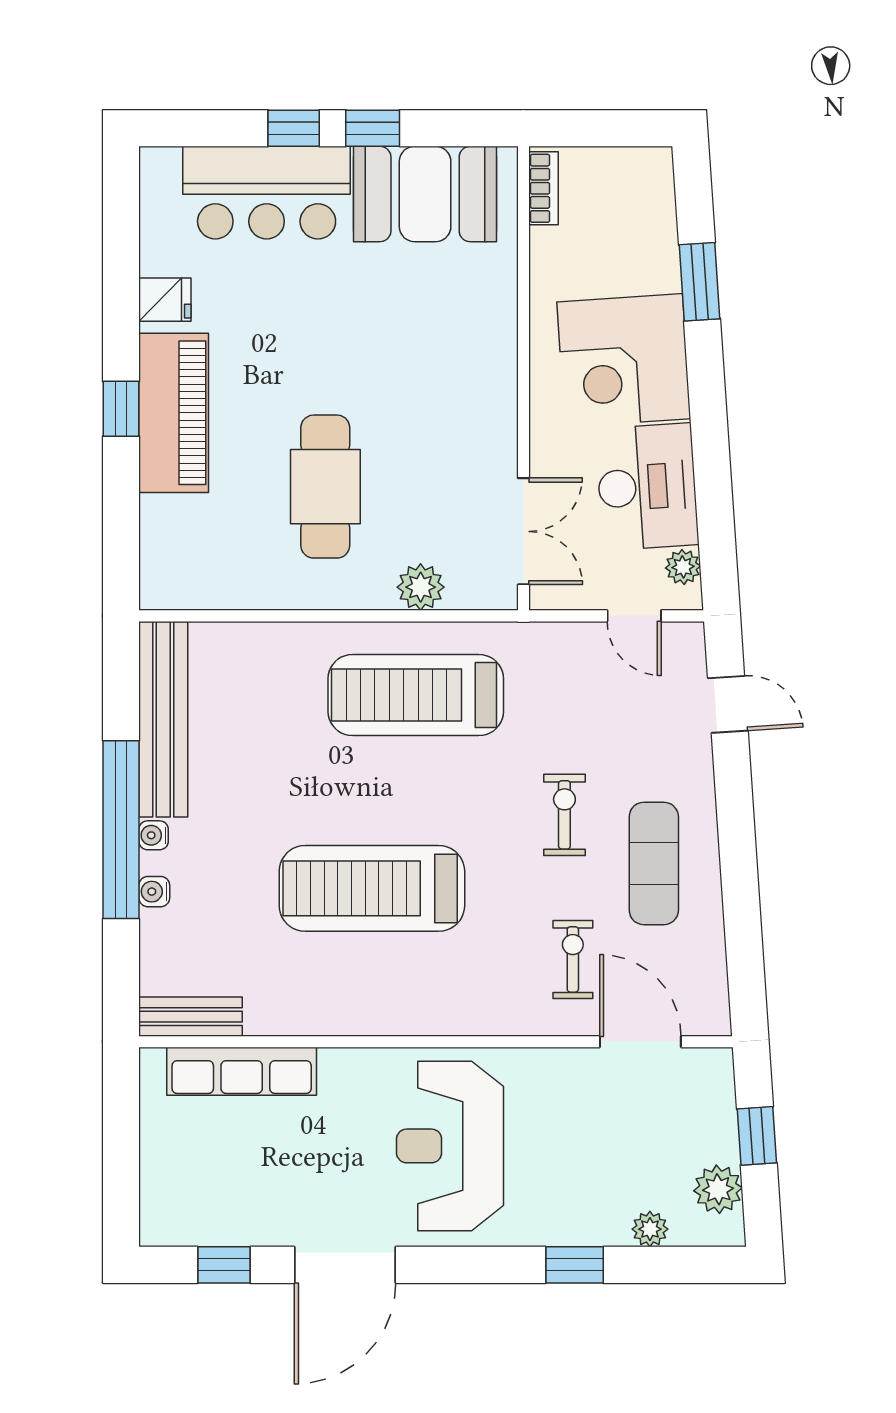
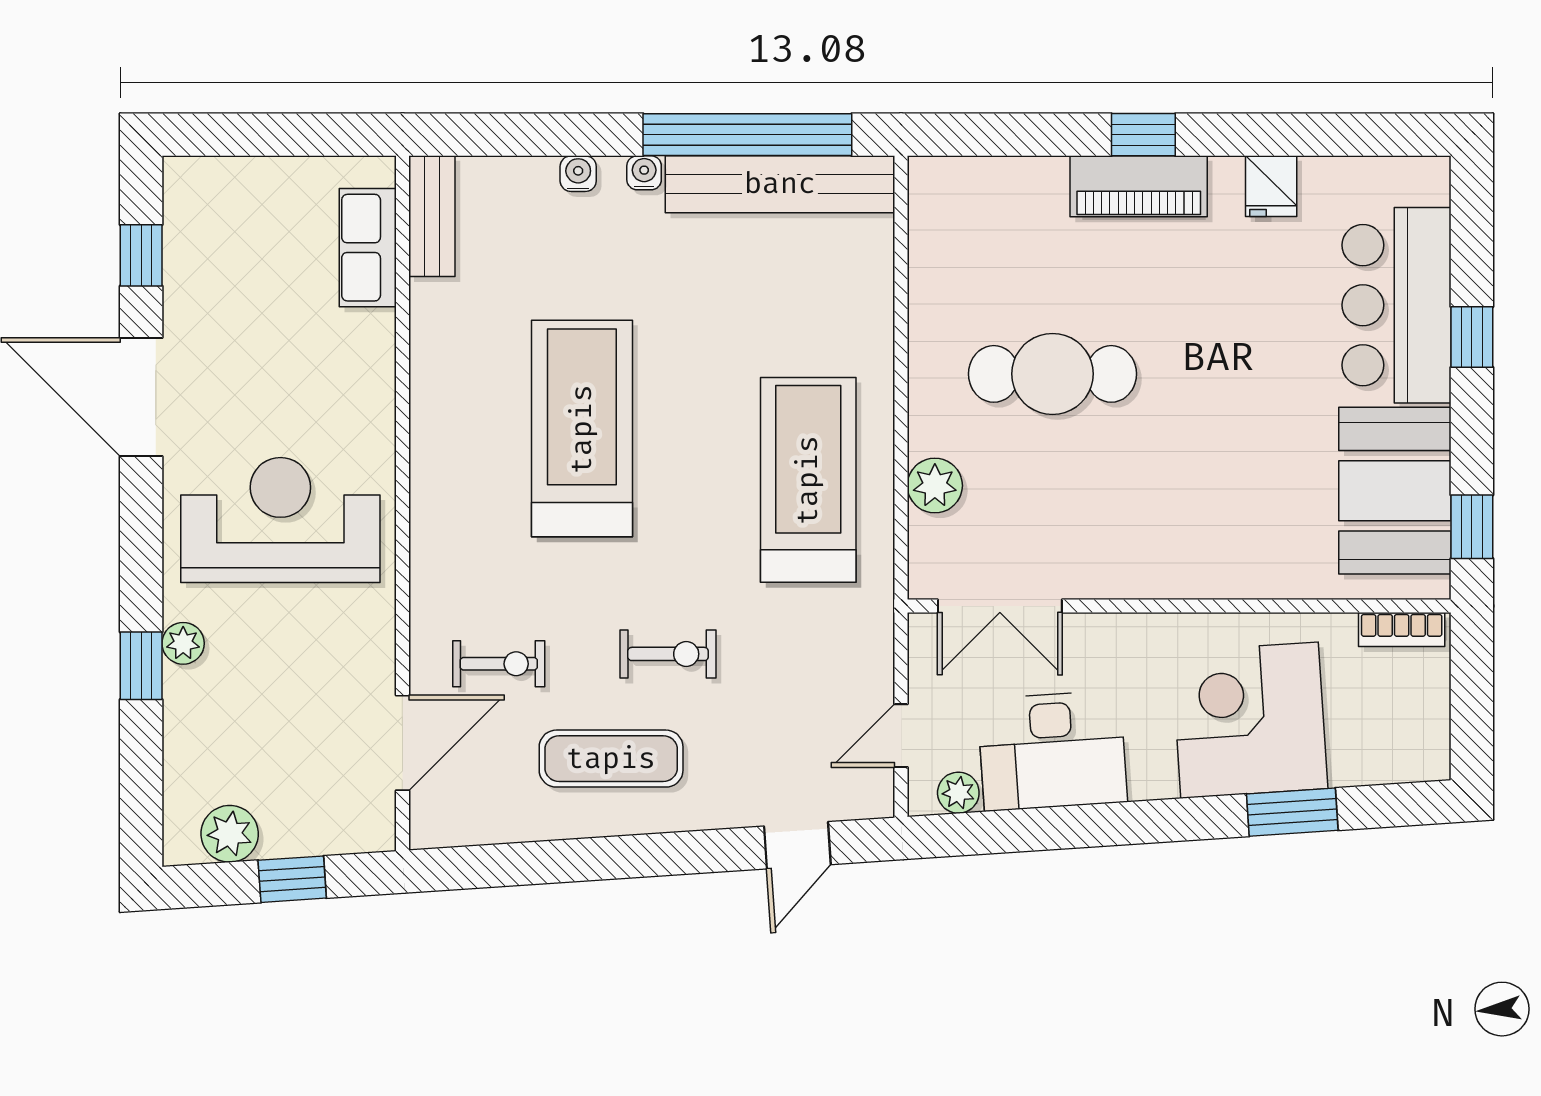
window: (373, 128) -> (1472, 527), moved
corner desk: (624, 360) -> (1250, 720), moved
piano: (174, 413) -> (1139, 186), width x0.73, depth x0.75
window: (121, 830) -> (747, 135), moved
row of seats: (242, 1071) -> (368, 248), width x0.68
plant: (650, 1229) -> (183, 643), moved

